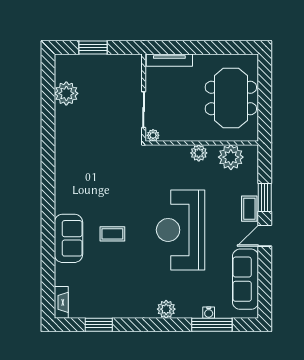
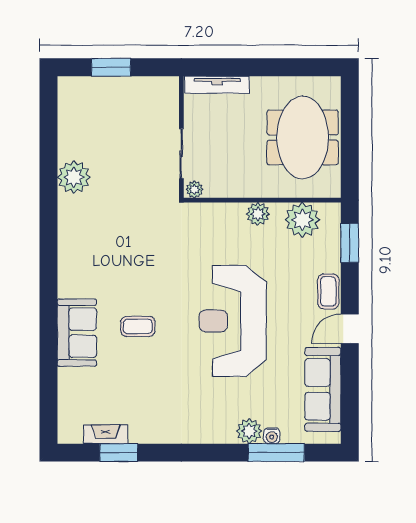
plant: (66, 93) -> (74, 177), moved
window: (265, 197) -> (350, 243), moved
fireplace: (61, 302) -> (106, 434), moved, turned -90
plant: (166, 309) -> (249, 431), moved

